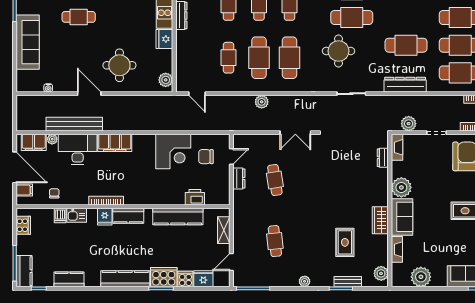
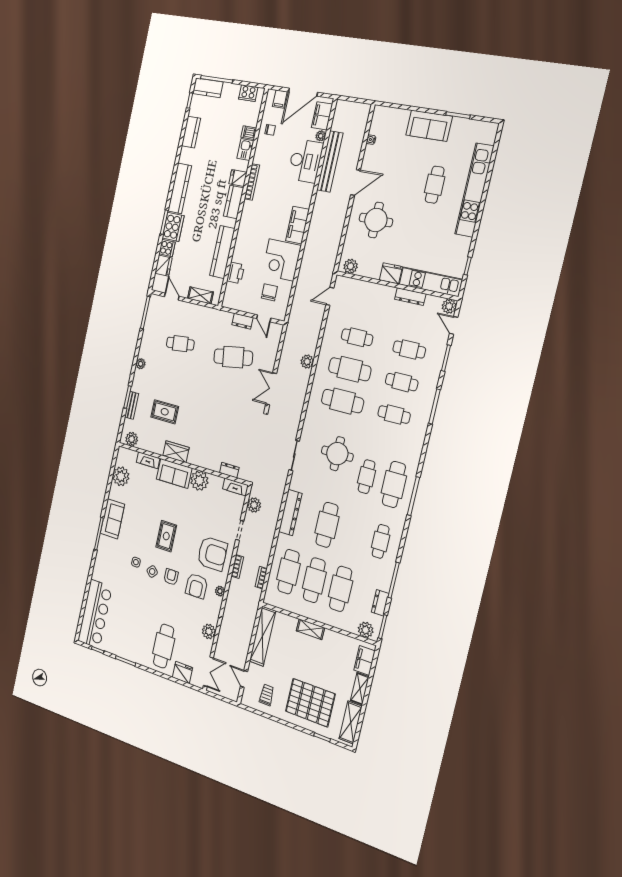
cafe table: (352, 17) -> (367, 477), width x0.73, depth x0.74
sofa: (28, 42) -> (429, 126), width x0.73
filing cabinet: (115, 143) -> (297, 225), moved
cafe table: (275, 180) -> (233, 357), width x1.37, depth x1.35

